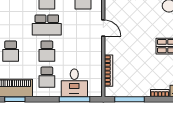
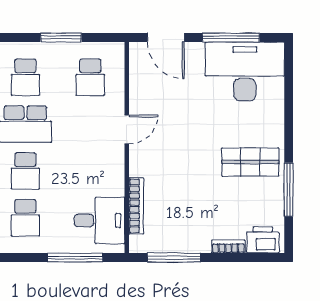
door: (103, 28) -> (127, 129), hinge flipped
desk: (74, 83) -> (99, 220), moved, turned -90

